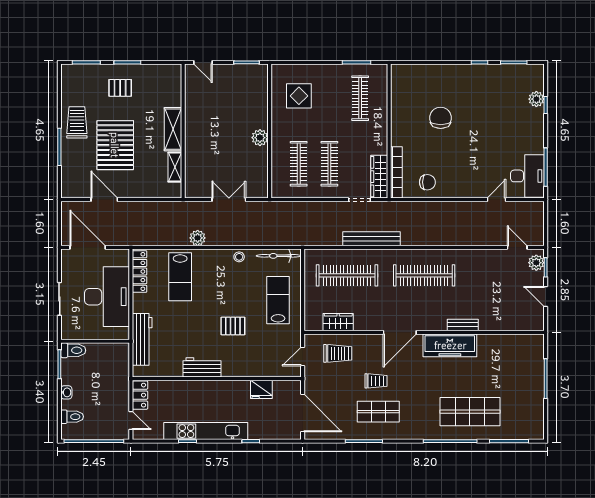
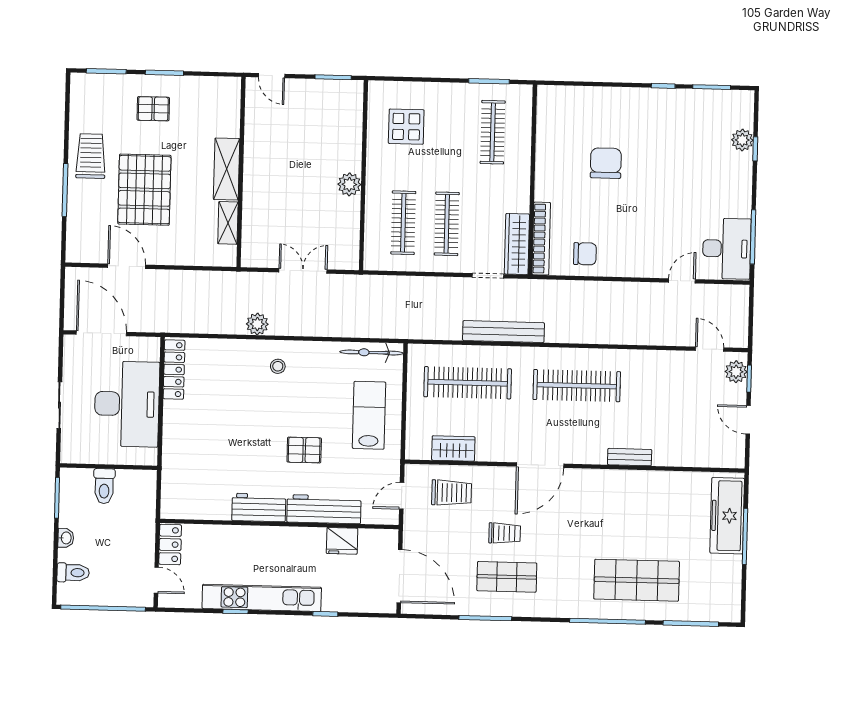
stool: (239, 257) -> (278, 366), moved
lab bench: (180, 277) -> (231, 379), removed
workbench: (142, 339) -> (324, 509), moved, turned -90
freezer: (450, 345) -> (727, 516), moved, turned 90
toilet: (73, 350) -> (104, 486), moved, turned 90

